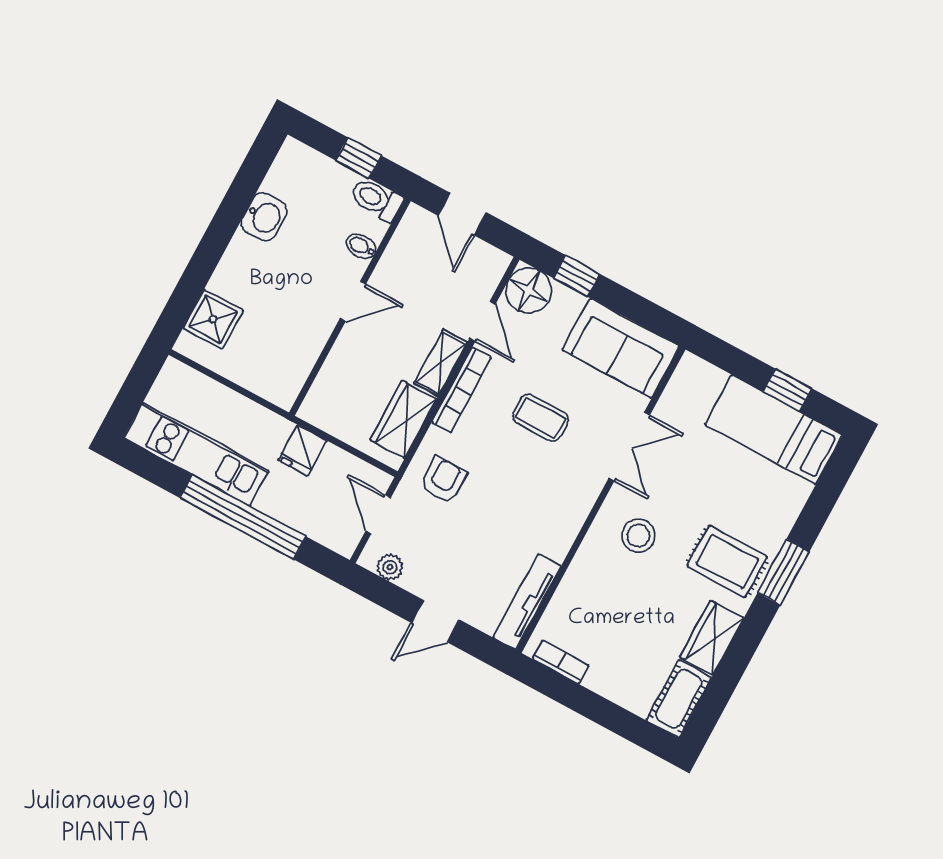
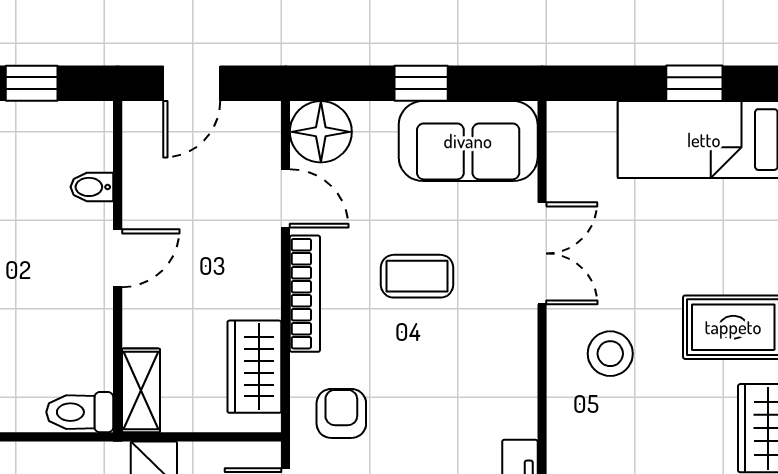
toilet: (376, 199) -> (80, 412), moved
door: (462, 214) -> (192, 83), hinge flipped
window: (577, 276) -> (421, 83), moved
shelving: (441, 363) -> (141, 390), moved

